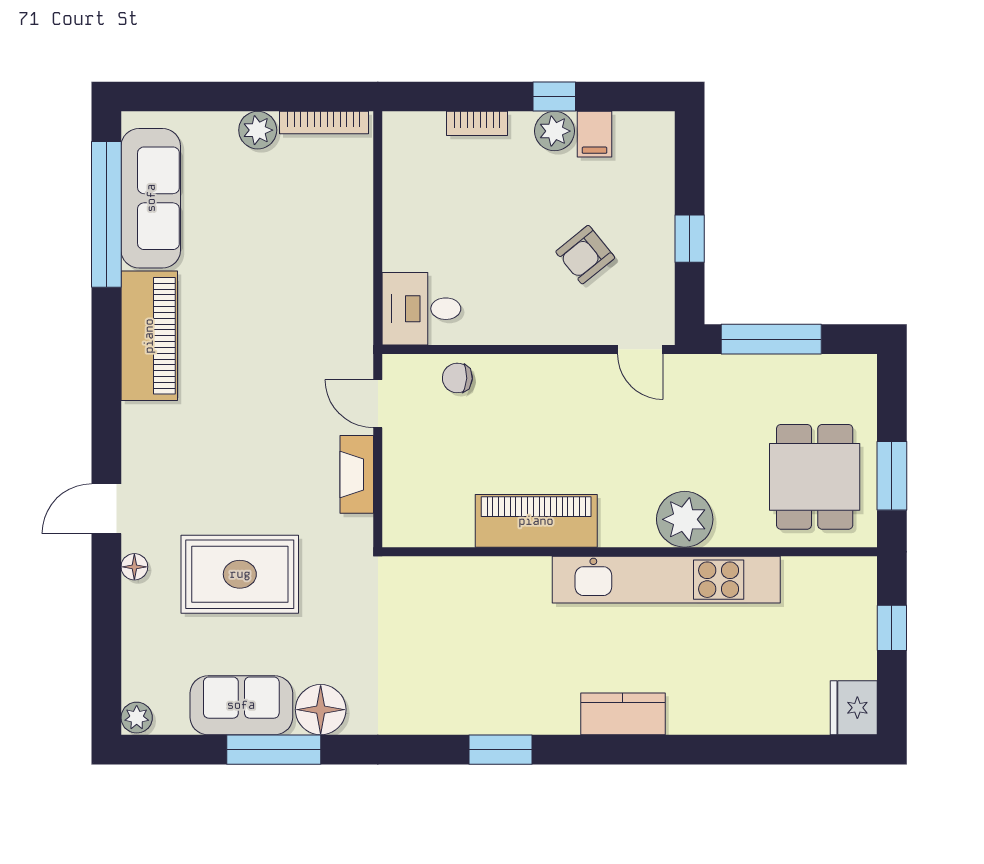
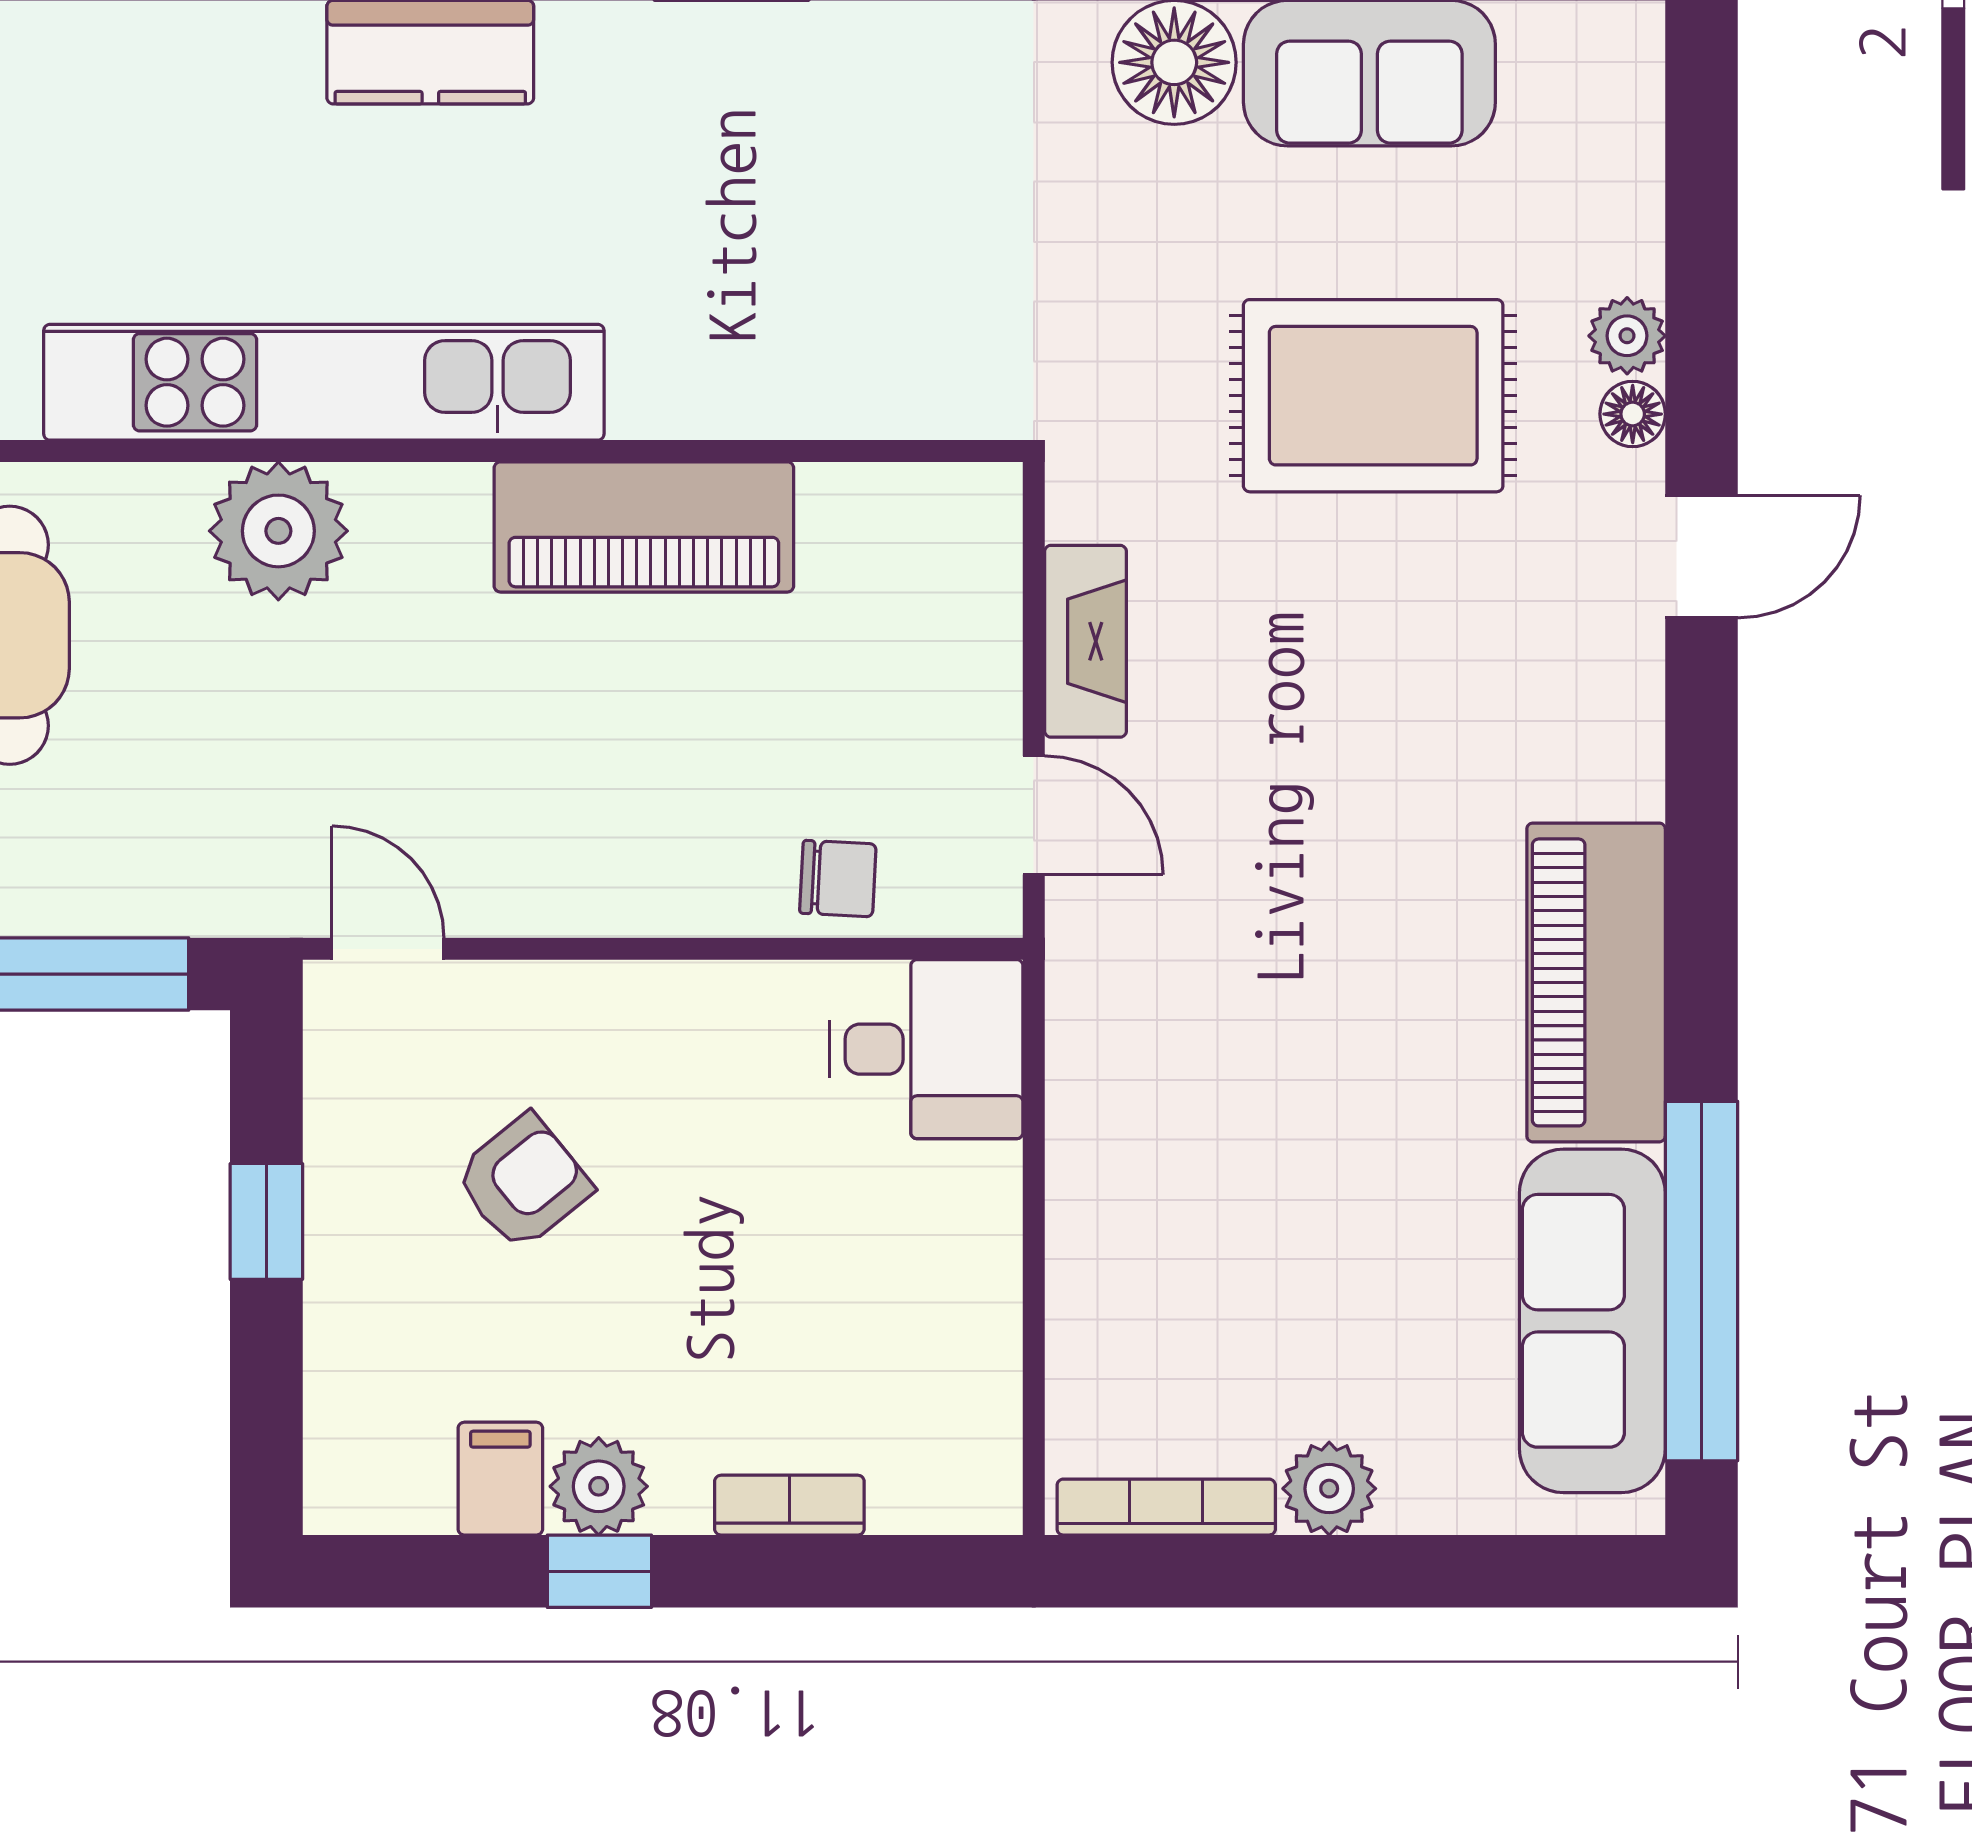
plant: (137, 718) -> (1627, 336), moved

